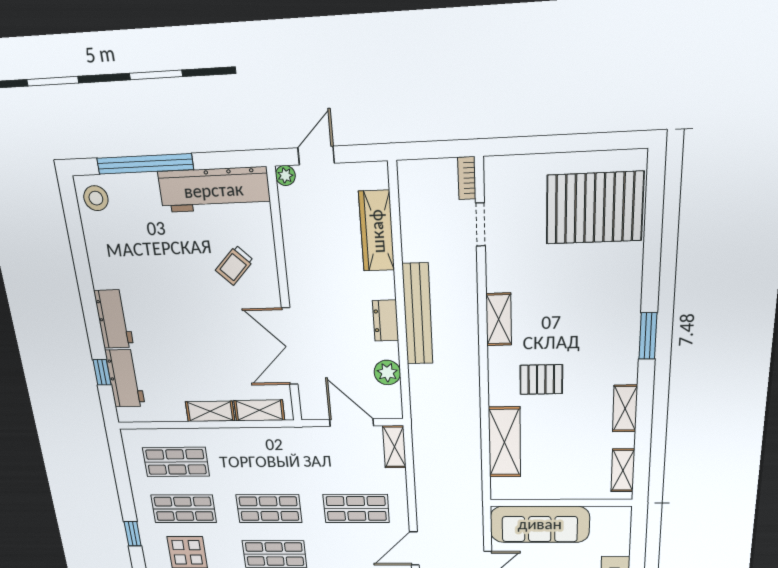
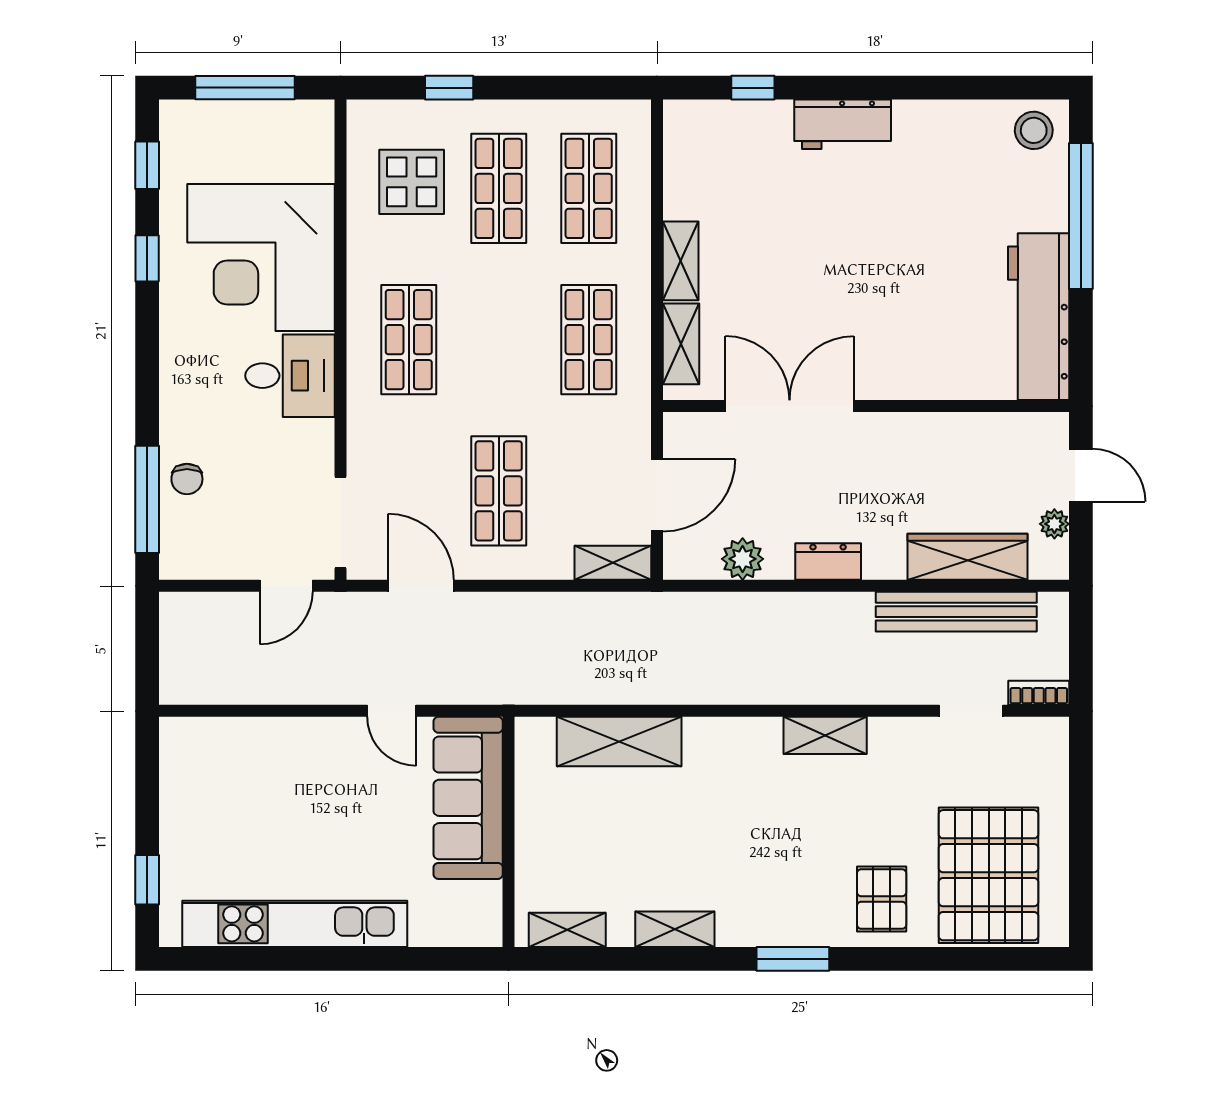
plant: (285, 175) -> (1054, 524), moved
trolley: (234, 265) -> (923, 333), removed
bench: (418, 314) -> (956, 612), moved
workbench: (125, 378) -> (741, 125), removed
pallet: (541, 380) -> (882, 899), moved
shop shelf: (269, 509) -> (589, 340), moved

